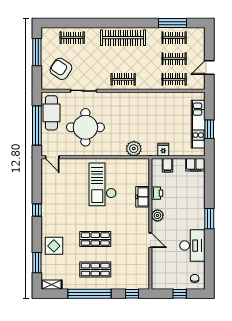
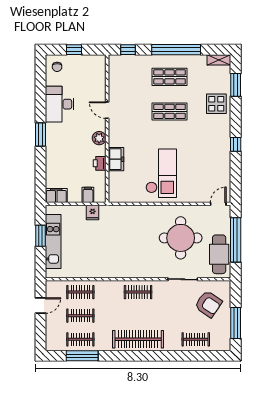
plant: (134, 149) -> (126, 214), removed
door: (52, 157) -> (218, 204), hinge flipped

